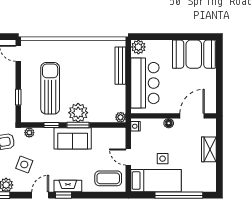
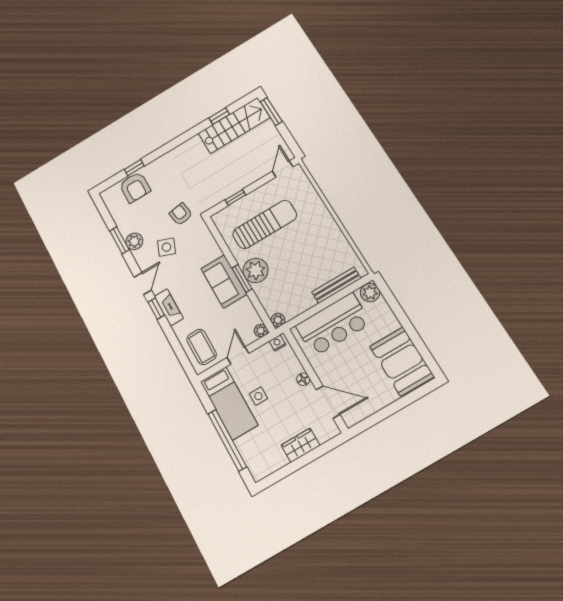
window: (51, 125) -> (225, 250), removed
plant: (29, 133) -> (261, 331), moved
door: (40, 195) -> (143, 284), hinge flipped

